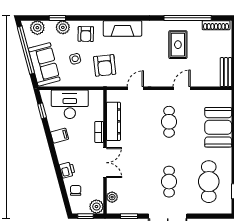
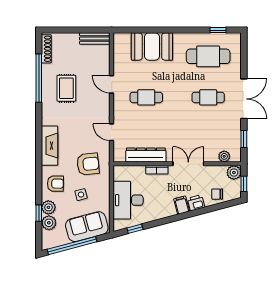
plant: (37, 28) -> (49, 223), moved
rug: (178, 45) -> (66, 88), turned 90
filing cabinet: (60, 136) -> (182, 205), moved

